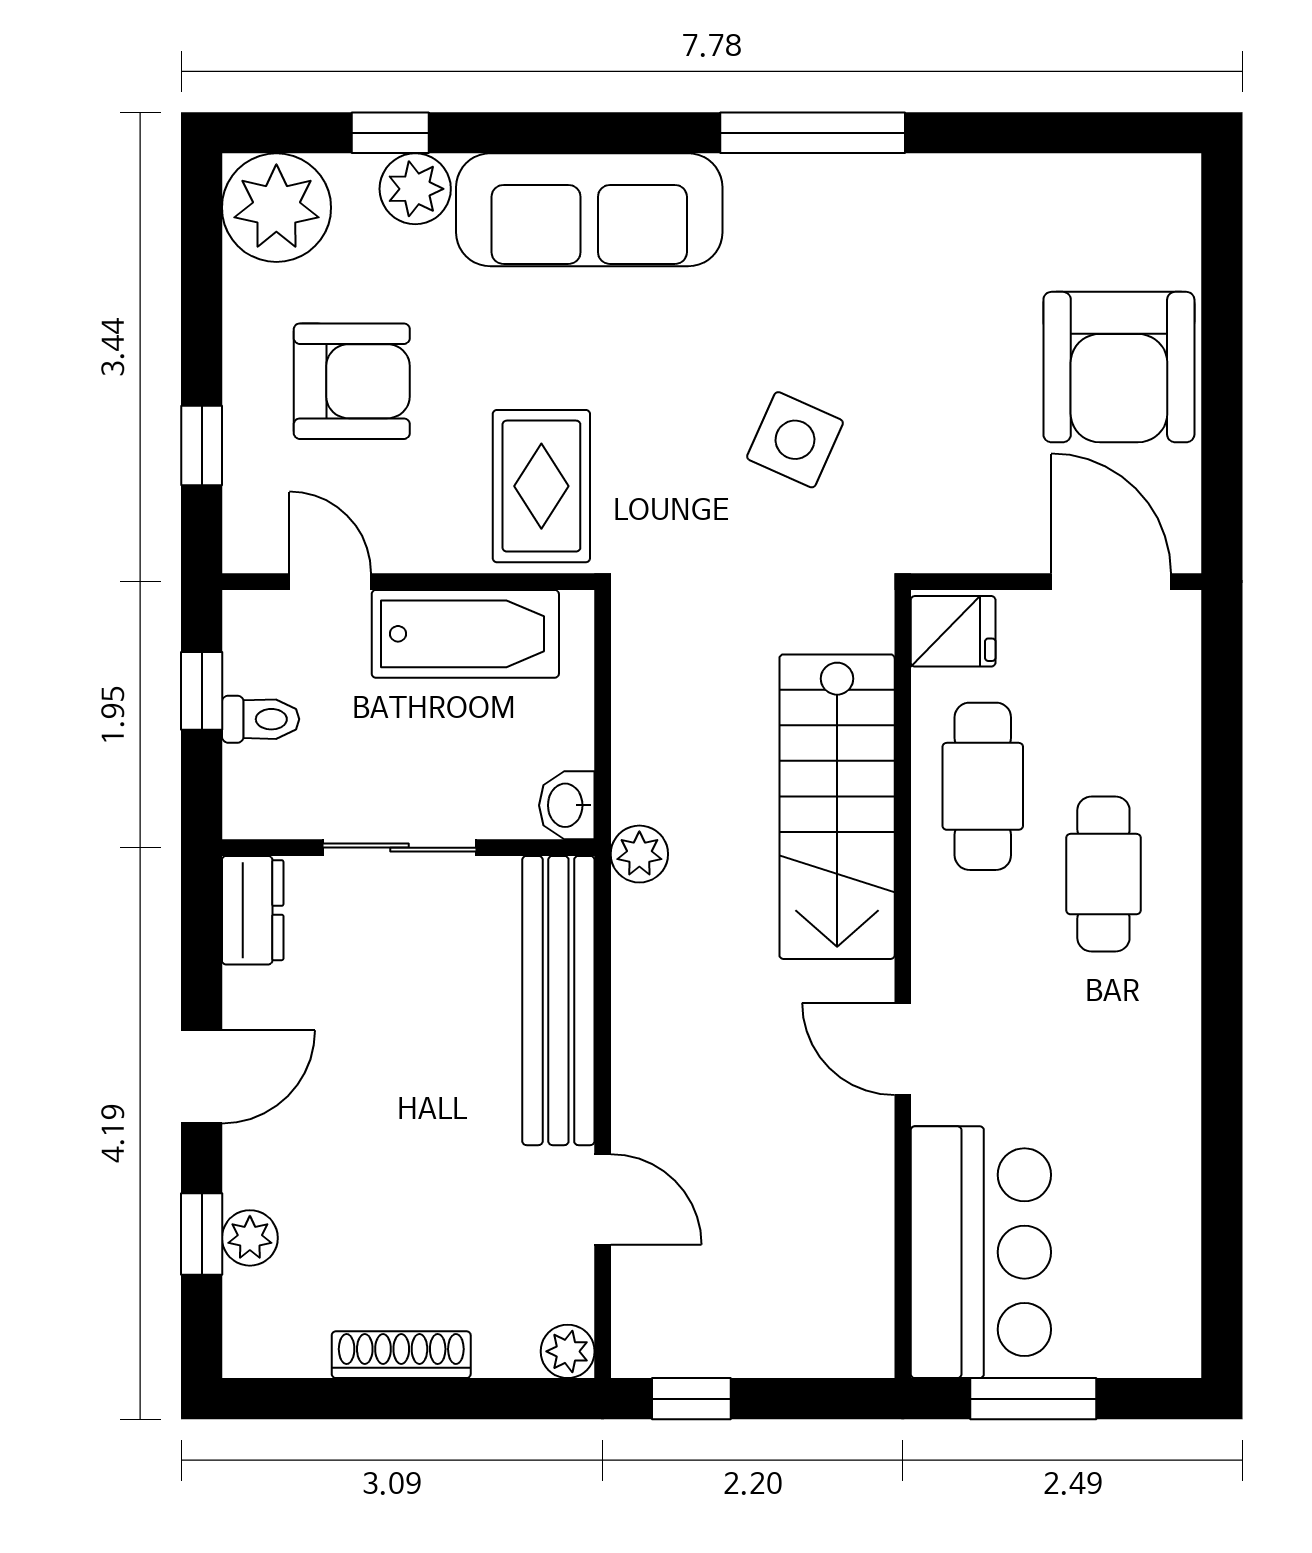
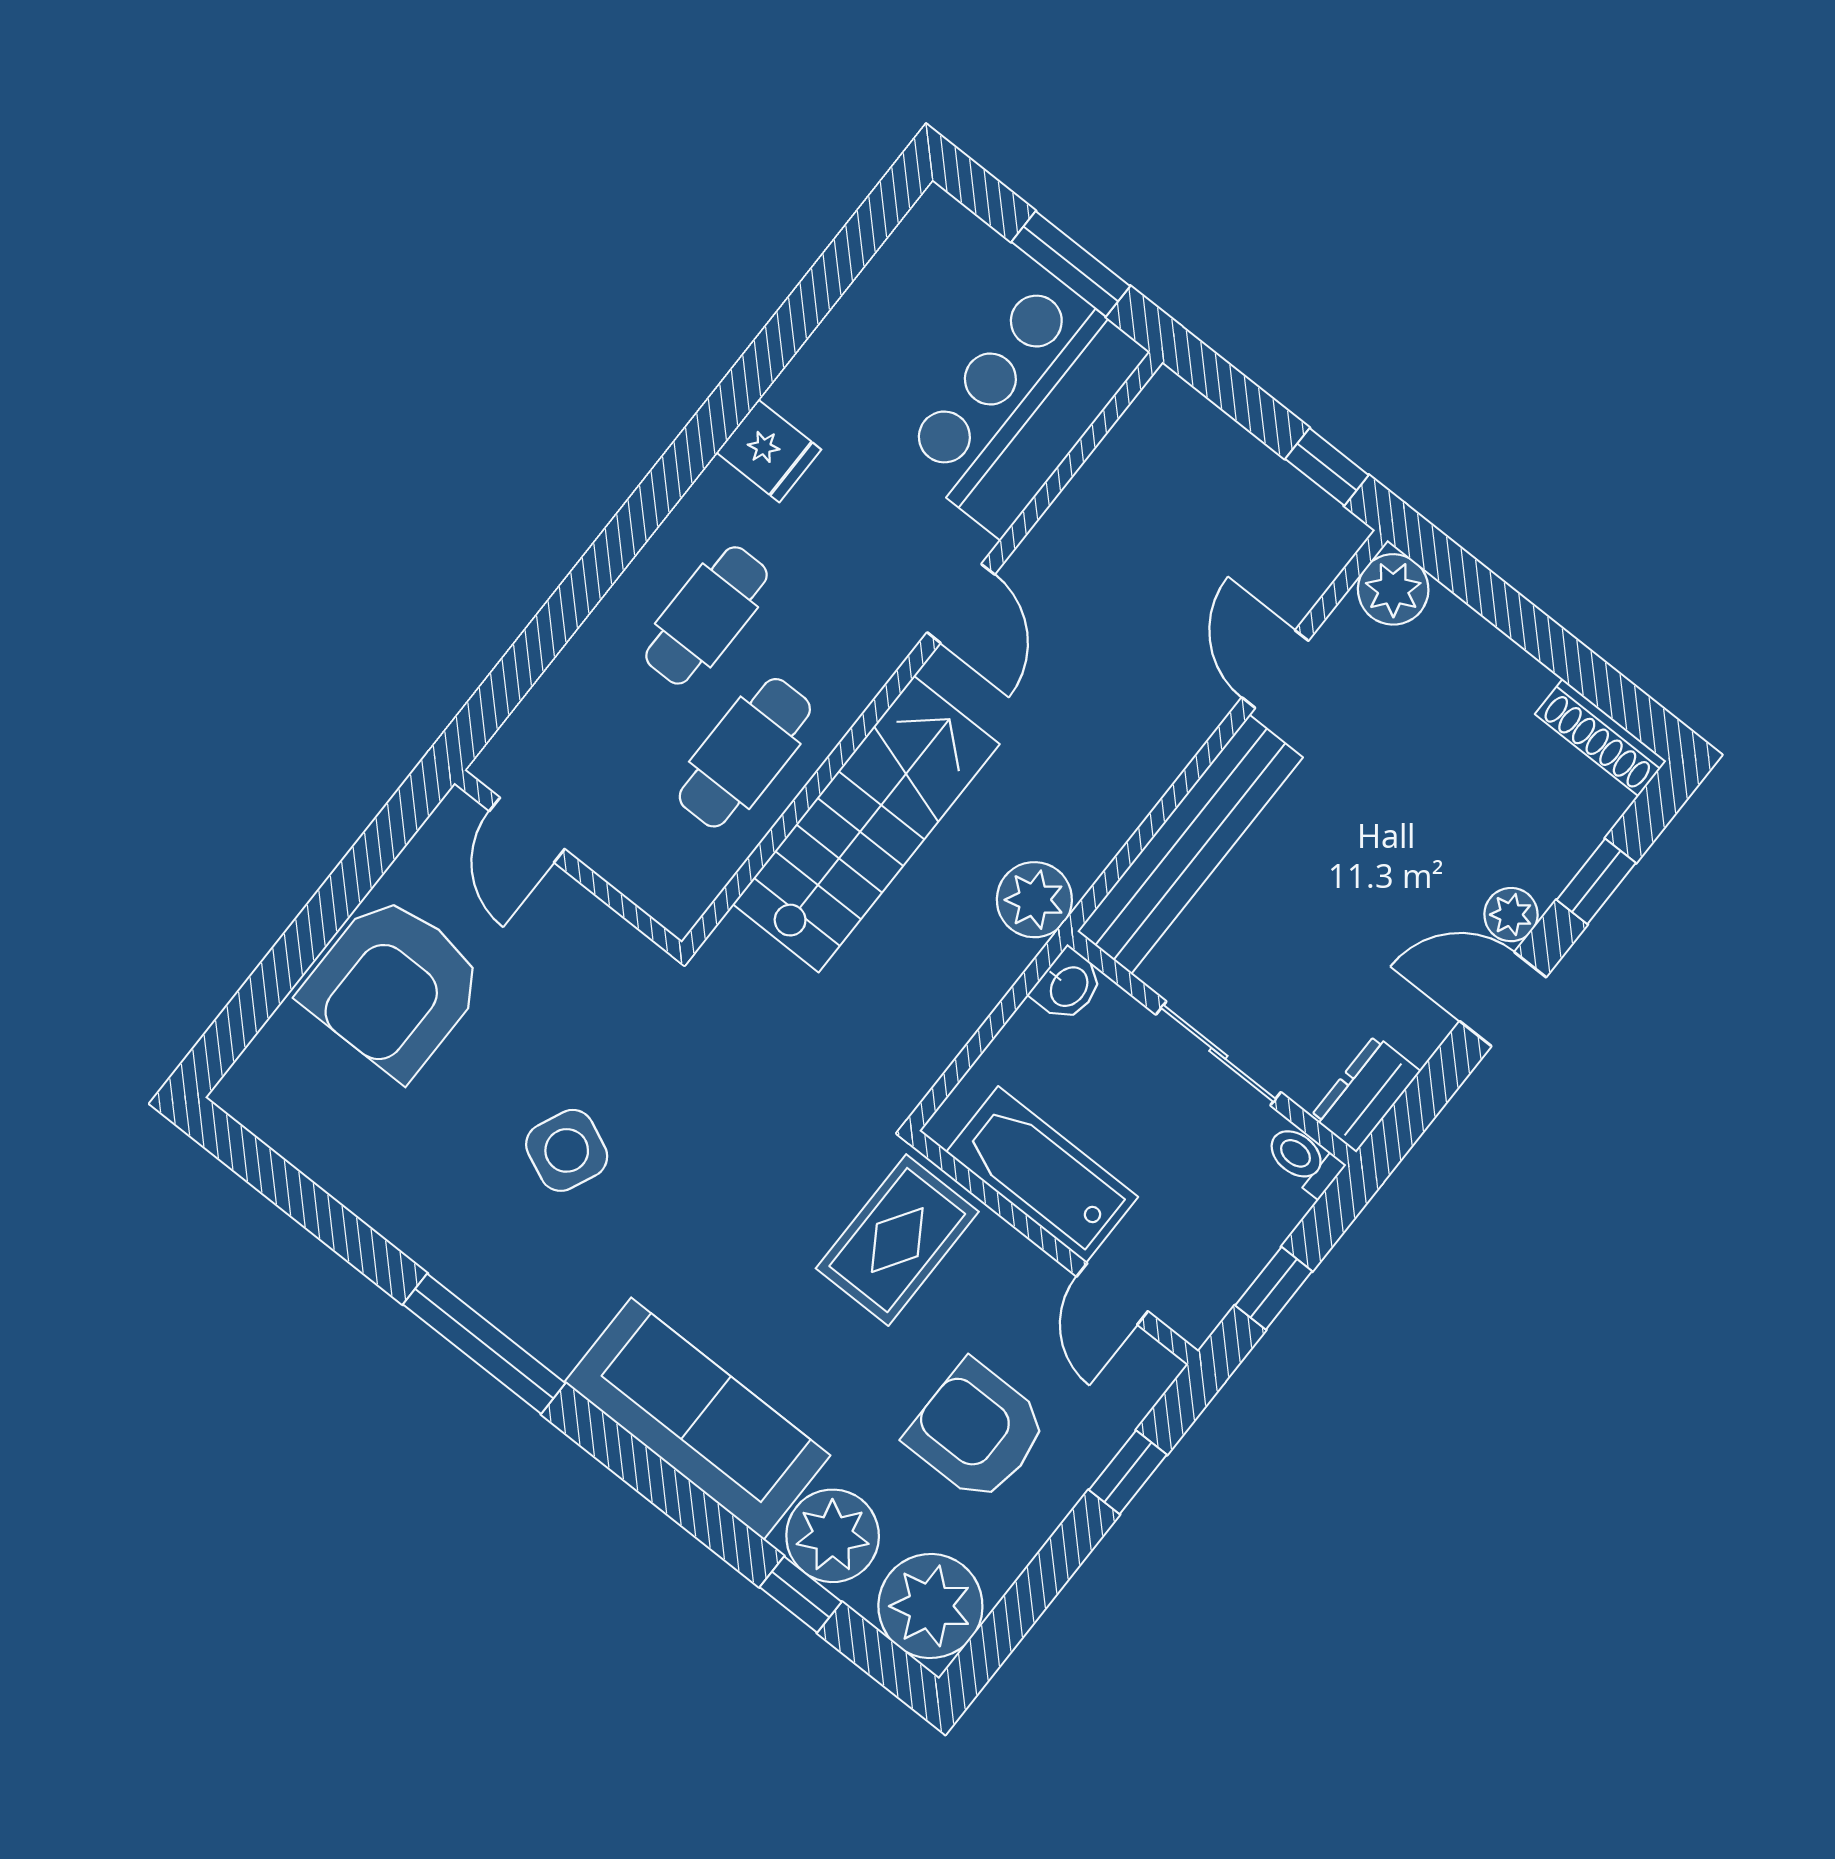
plant: (415, 189) -> (833, 1536), width x1.36, depth x1.36
armchair: (1119, 367) -> (394, 986), turned 180
side table: (795, 440) -> (567, 1150), moved
door: (1111, 582) -> (527, 830), width x0.73
fridge: (953, 631) -> (769, 451), moved, turned 180
toilet: (261, 719) -> (1304, 1160), moved
plant: (639, 854) -> (1034, 900), width x1.38, depth x1.38
plant: (250, 1238) -> (1511, 915), moved
plant: (568, 1351) -> (1393, 589), width x1.38, depth x1.38
shoe rack: (401, 1355) -> (1601, 738), moved

